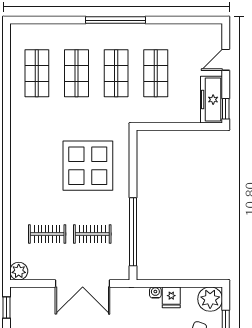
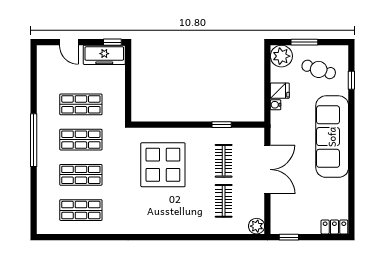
window: (133, 232) -> (222, 125), width x0.32

